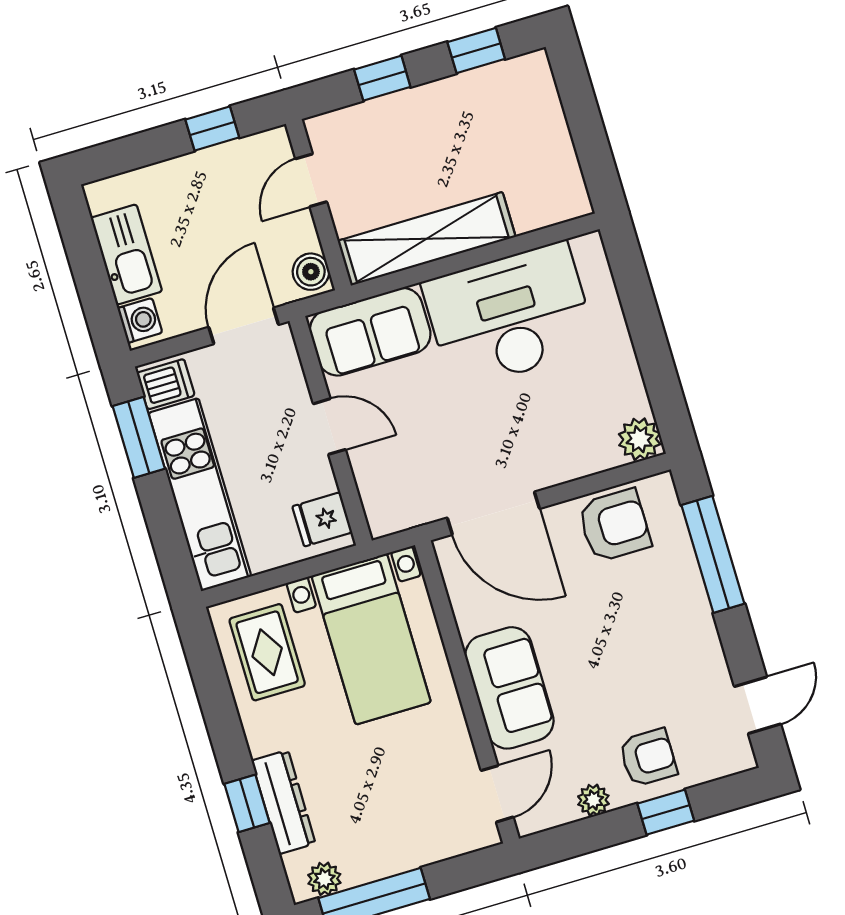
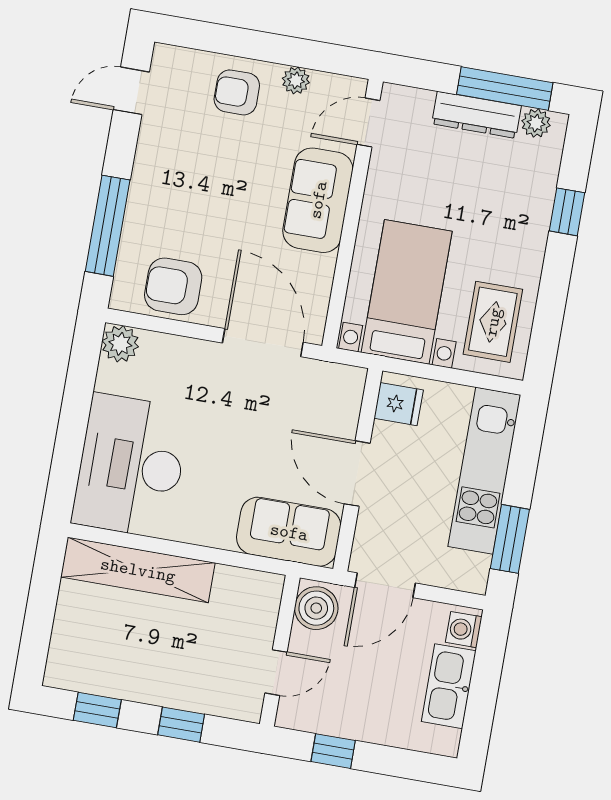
shelving: (427, 239) -> (138, 570), moved
boiler: (311, 272) -> (316, 608), width x1.36, depth x1.36
desk: (509, 316) -> (131, 466), moved, turned 90
dishwasher: (166, 384) -> (468, 570), removed
door: (329, 427) -> (357, 474), width x1.38
dresser: (284, 802) -> (477, 115), moved, turned -90
window: (666, 812) -> (244, 43), removed

